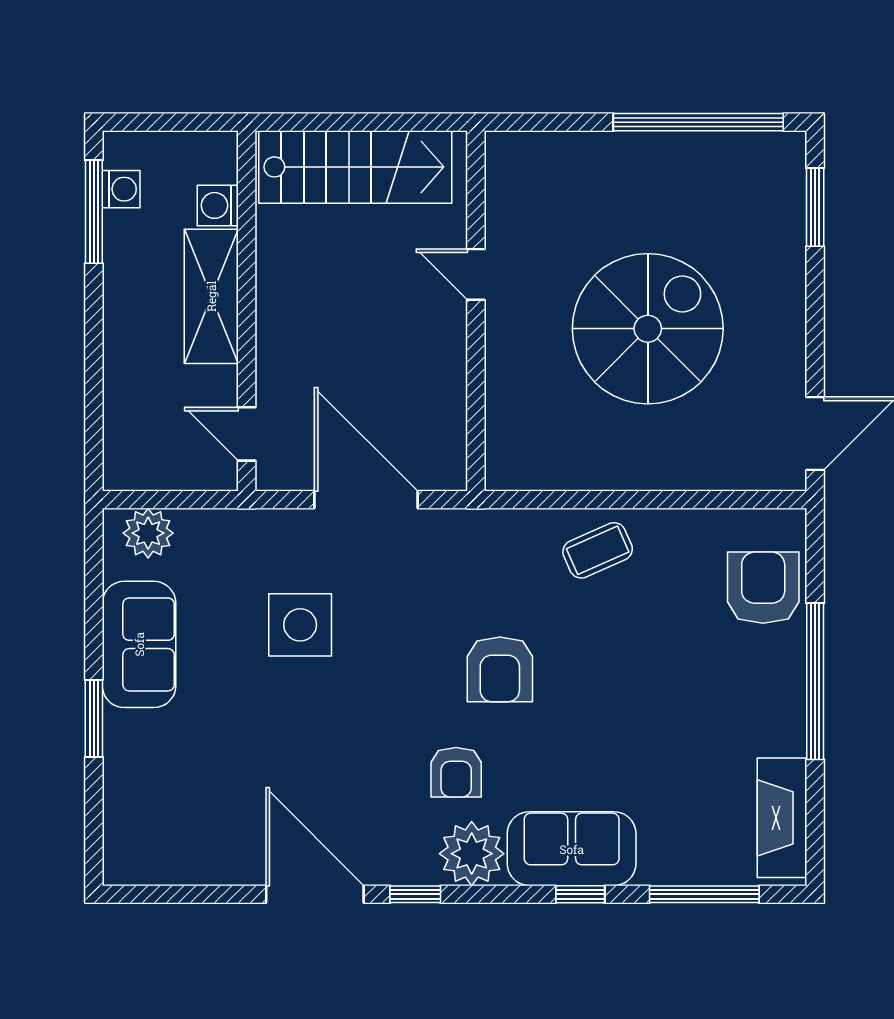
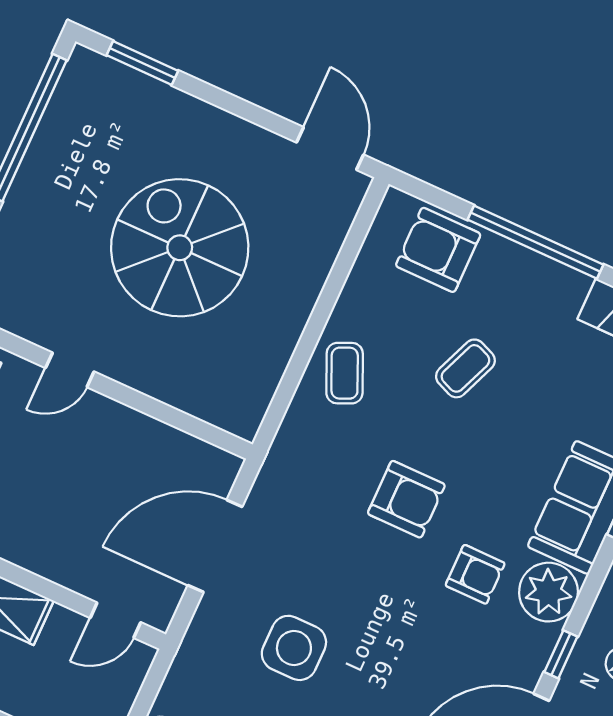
coffee table: (657, 669) -> (465, 368), added

